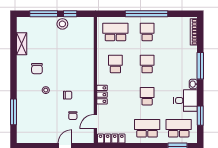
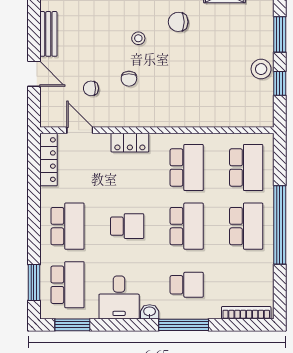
window: (44, 14) -> (280, 34), width x0.69
school desk: (147, 32) -> (246, 226), width x1.85
school desk: (115, 64) -> (187, 167), width x1.85
school desk: (147, 64) -> (187, 226), width x1.85
school desk: (179, 64) -> (187, 285), added
window: (200, 116) -> (72, 325), moved
bench: (43, 139) -> (48, 34), added

